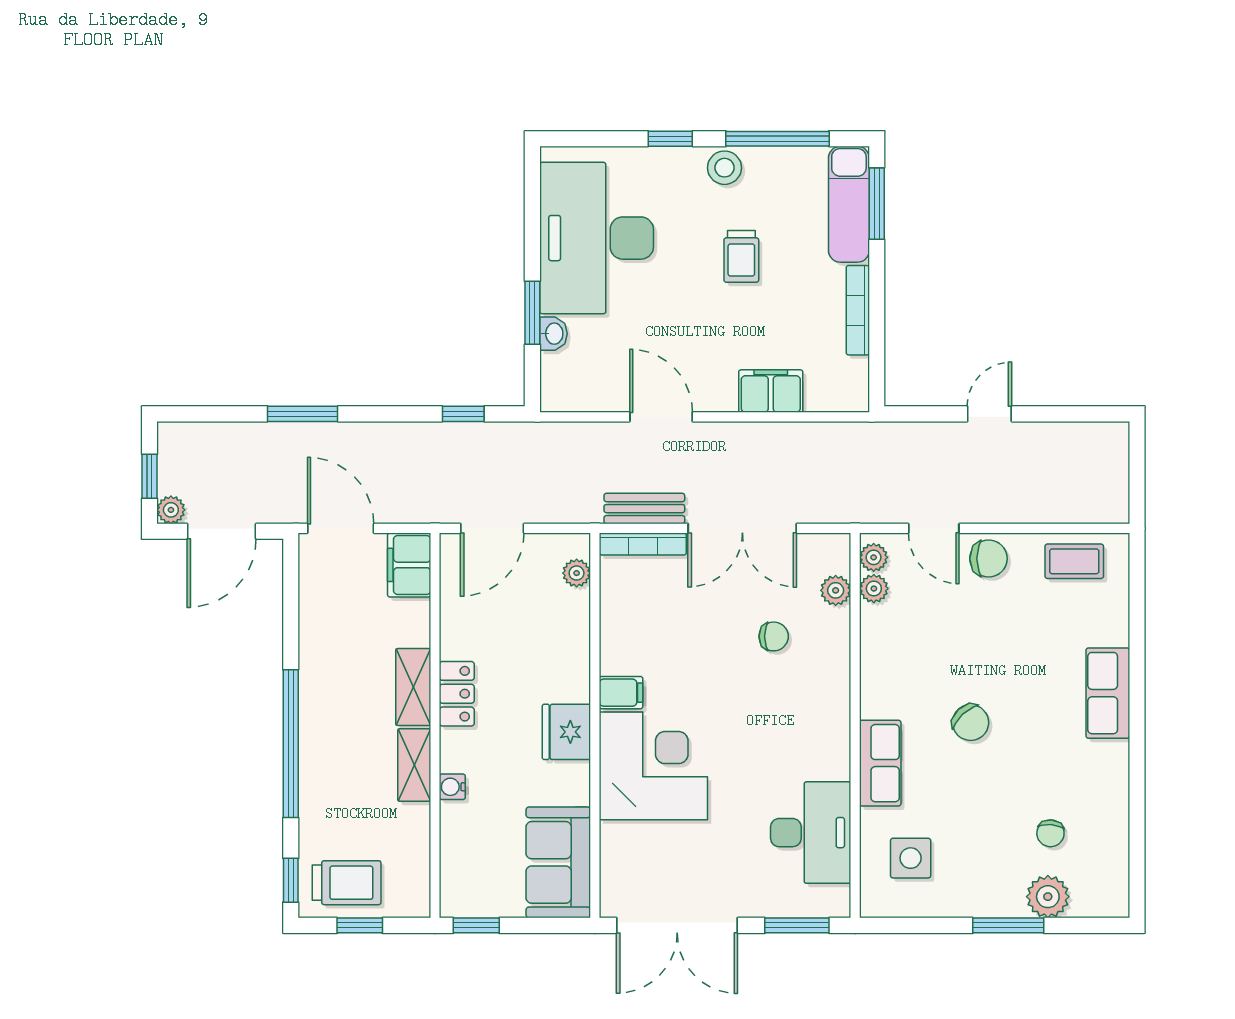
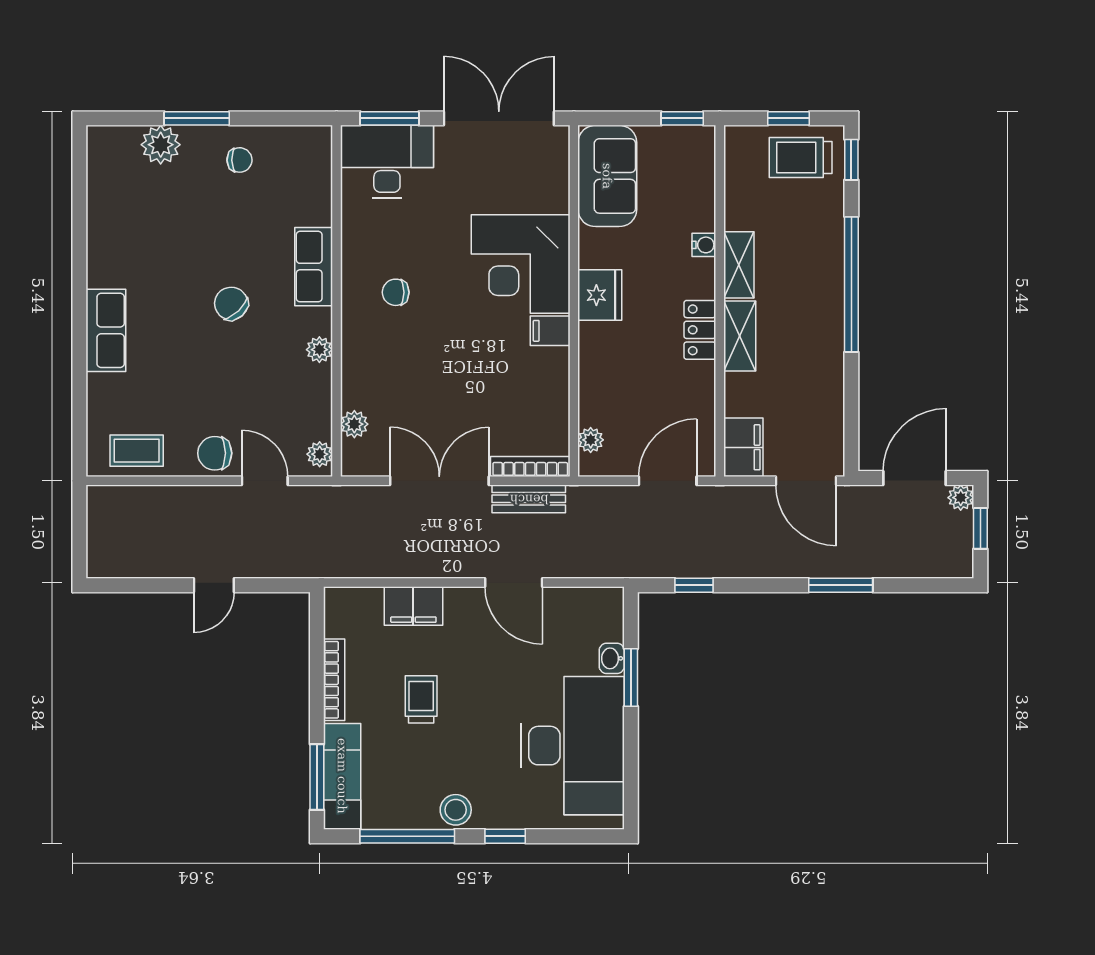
trolley: (741, 256) -> (421, 699), moved
plant: (874, 589) -> (319, 350), moved
chair: (774, 636) -> (396, 292), moved
desk: (811, 833) -> (387, 162), moved, turned 90
chair: (1050, 833) -> (240, 160), moved, turned 83
side table: (911, 858) -> (286, 180), removed

